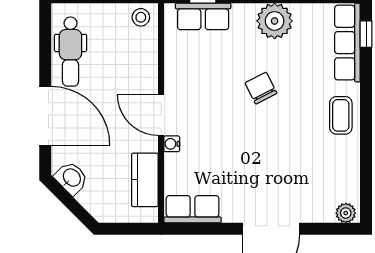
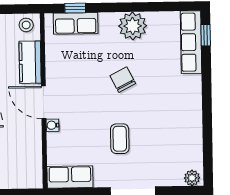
coffee table: (341, 115) -> (120, 139), moved
kitchen counter: (145, 180) -> (30, 62), moved

